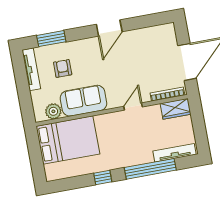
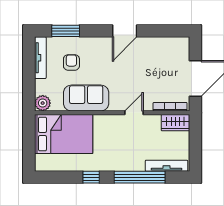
plant: (53, 111) -> (43, 103), moved

